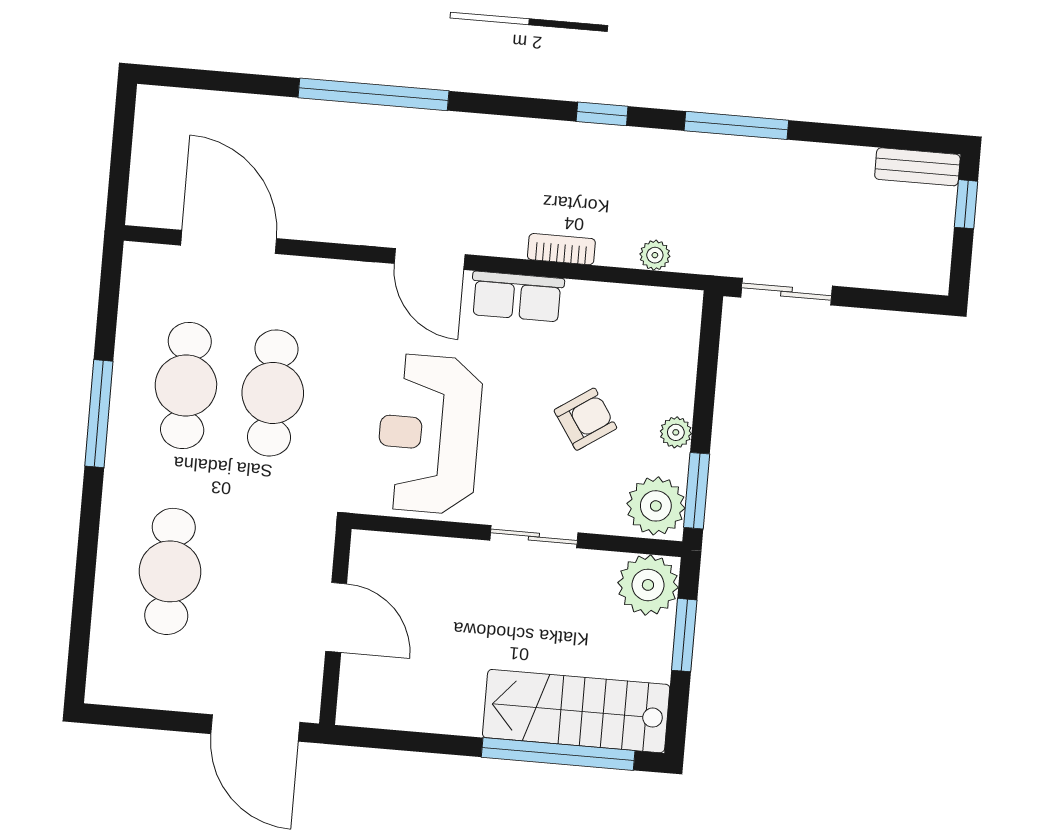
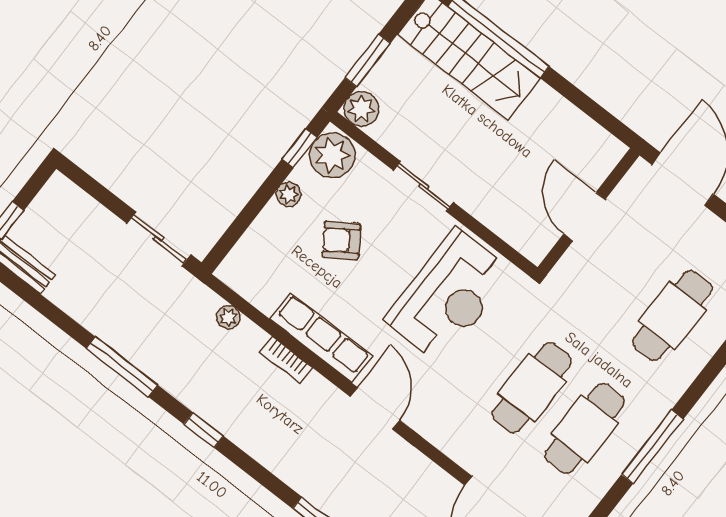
row of seats: (517, 297) -> (321, 338), width x1.48
window: (697, 491) -> (300, 148), width x0.67
plant: (648, 585) -> (361, 109), width x0.73, depth x0.73

